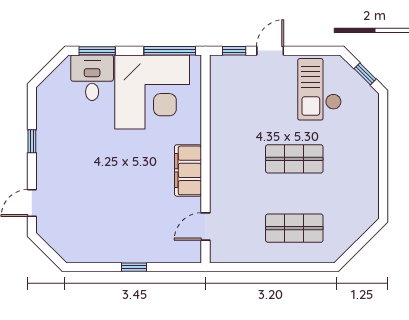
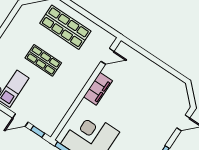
shop shelf: (294, 228) -> (65, 27), width x1.43, depth x1.36
window: (134, 267) -> (155, 60), removed

